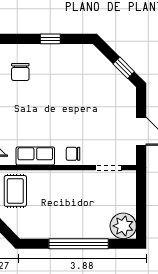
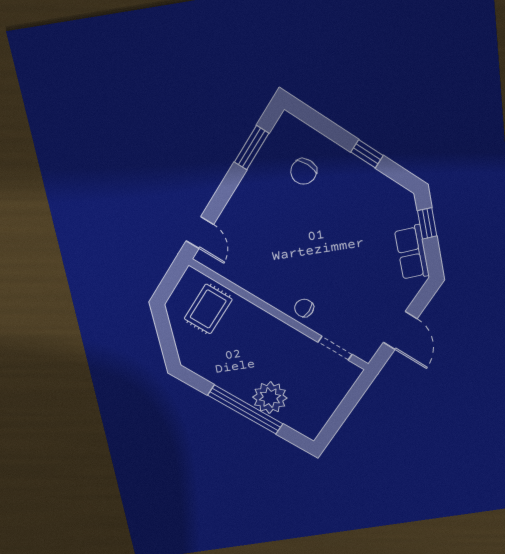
window: (124, 68) -> (427, 223), moved
row of seats: (35, 156) -> (412, 253), moved, turned -135
plant: (123, 226) -> (270, 398), moved

